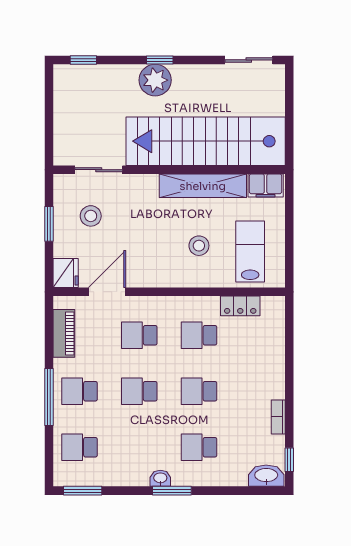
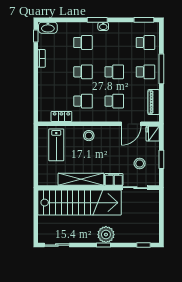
filing cabinet: (266, 185) -> (114, 179), moved
stool: (199, 246) -> (89, 136), moved

